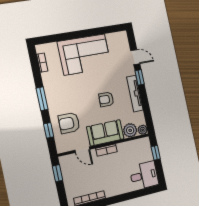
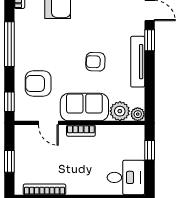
window: (42, 99) -> (9, 44), width x1.44
window: (49, 130) -> (9, 102), moved
window: (58, 173) -> (9, 161), moved

